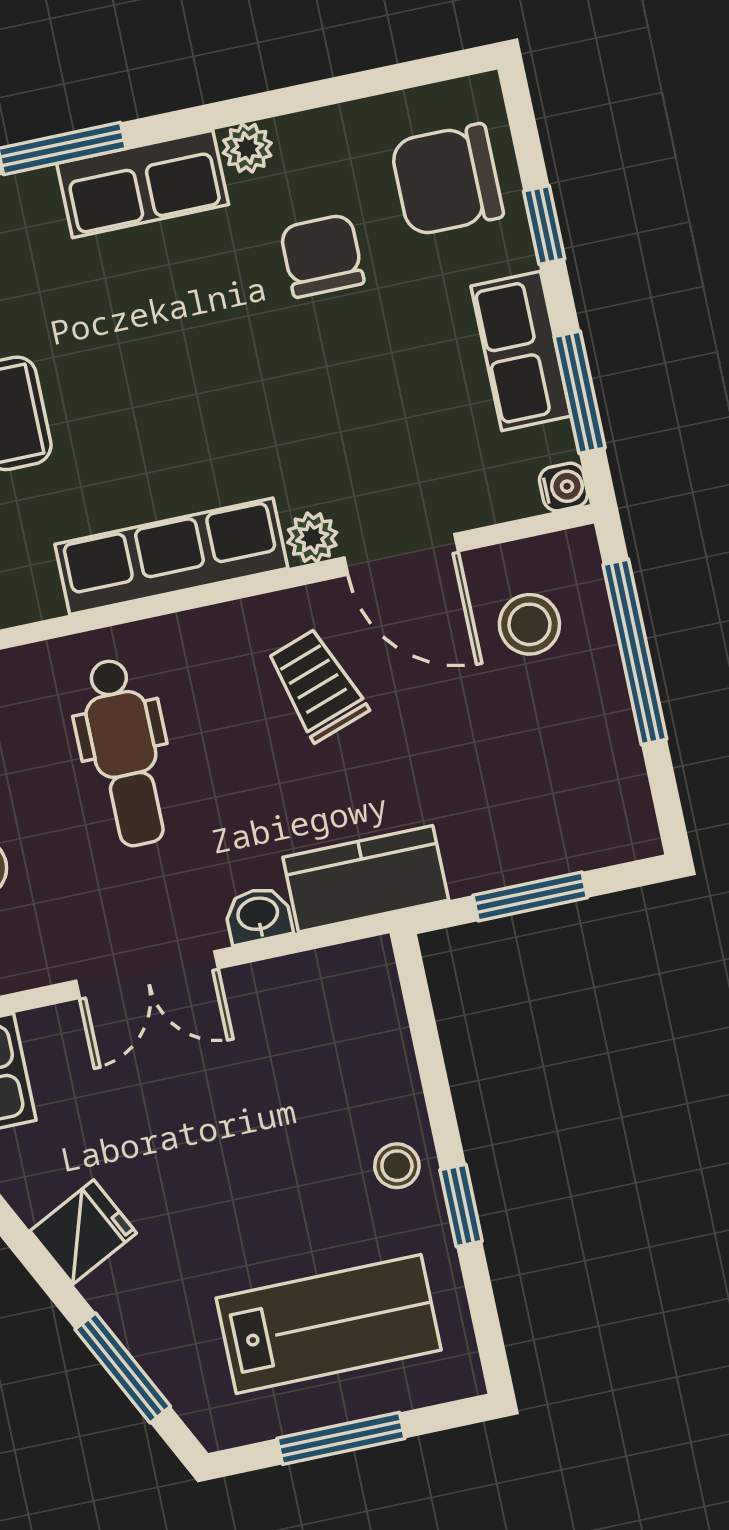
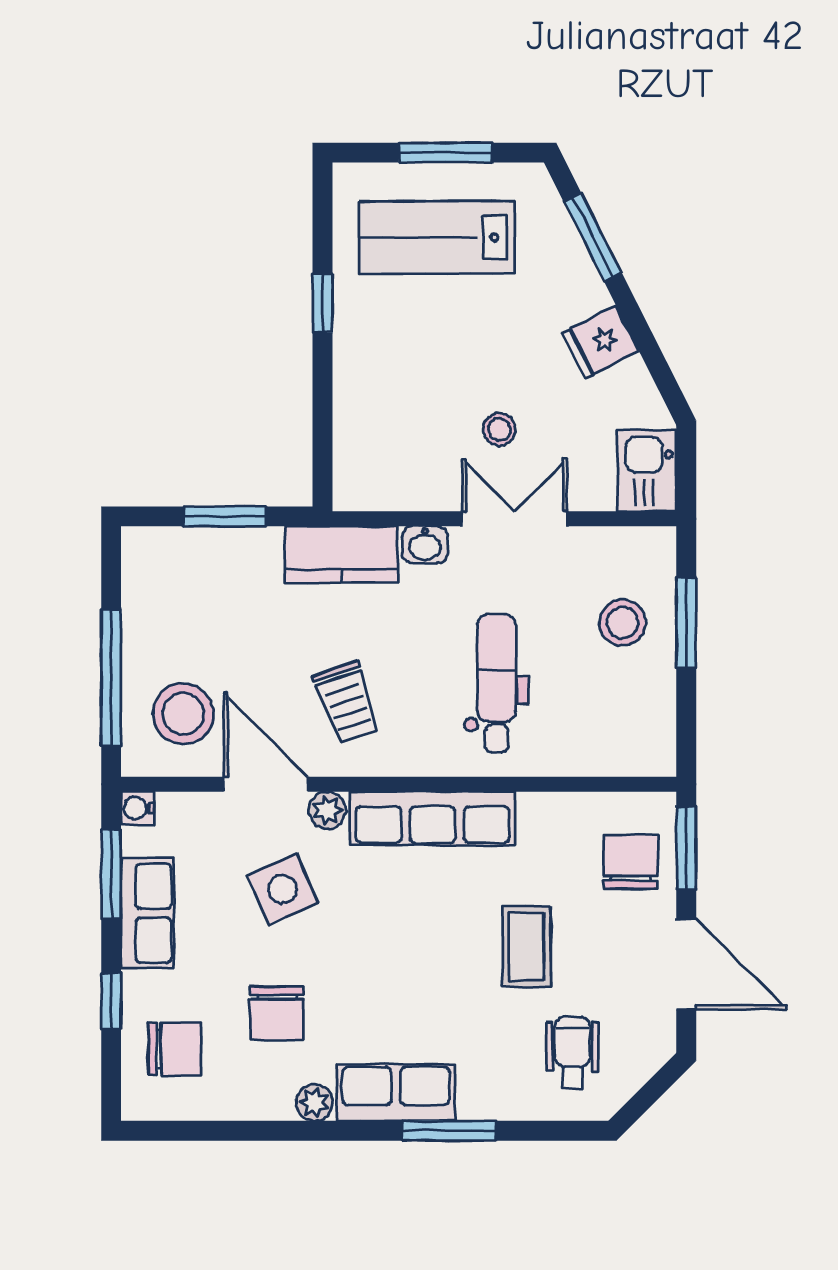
chair: (447, 180) -> (175, 1049), width x0.73, depth x0.73
side table: (349, 421) -> (283, 889), added
stool: (529, 624) -> (183, 714), width x1.38, depth x1.38
stool: (397, 1166) -> (499, 429), moved

